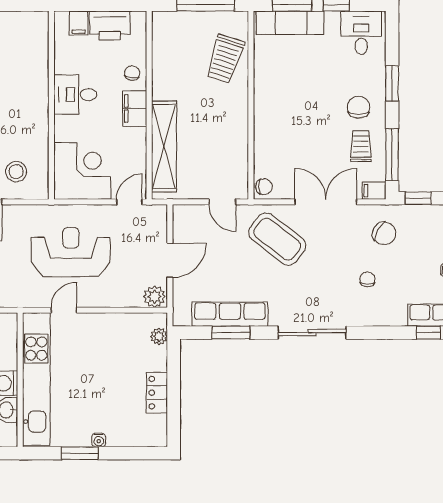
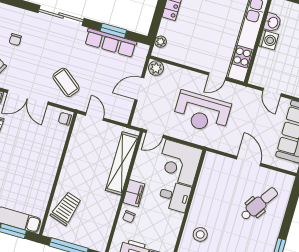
desk: (75, 95) -> (175, 196), moved
stool: (16, 172) -> (200, 234), moved
coffee table: (277, 239) -> (66, 82), width x0.73, depth x0.76

